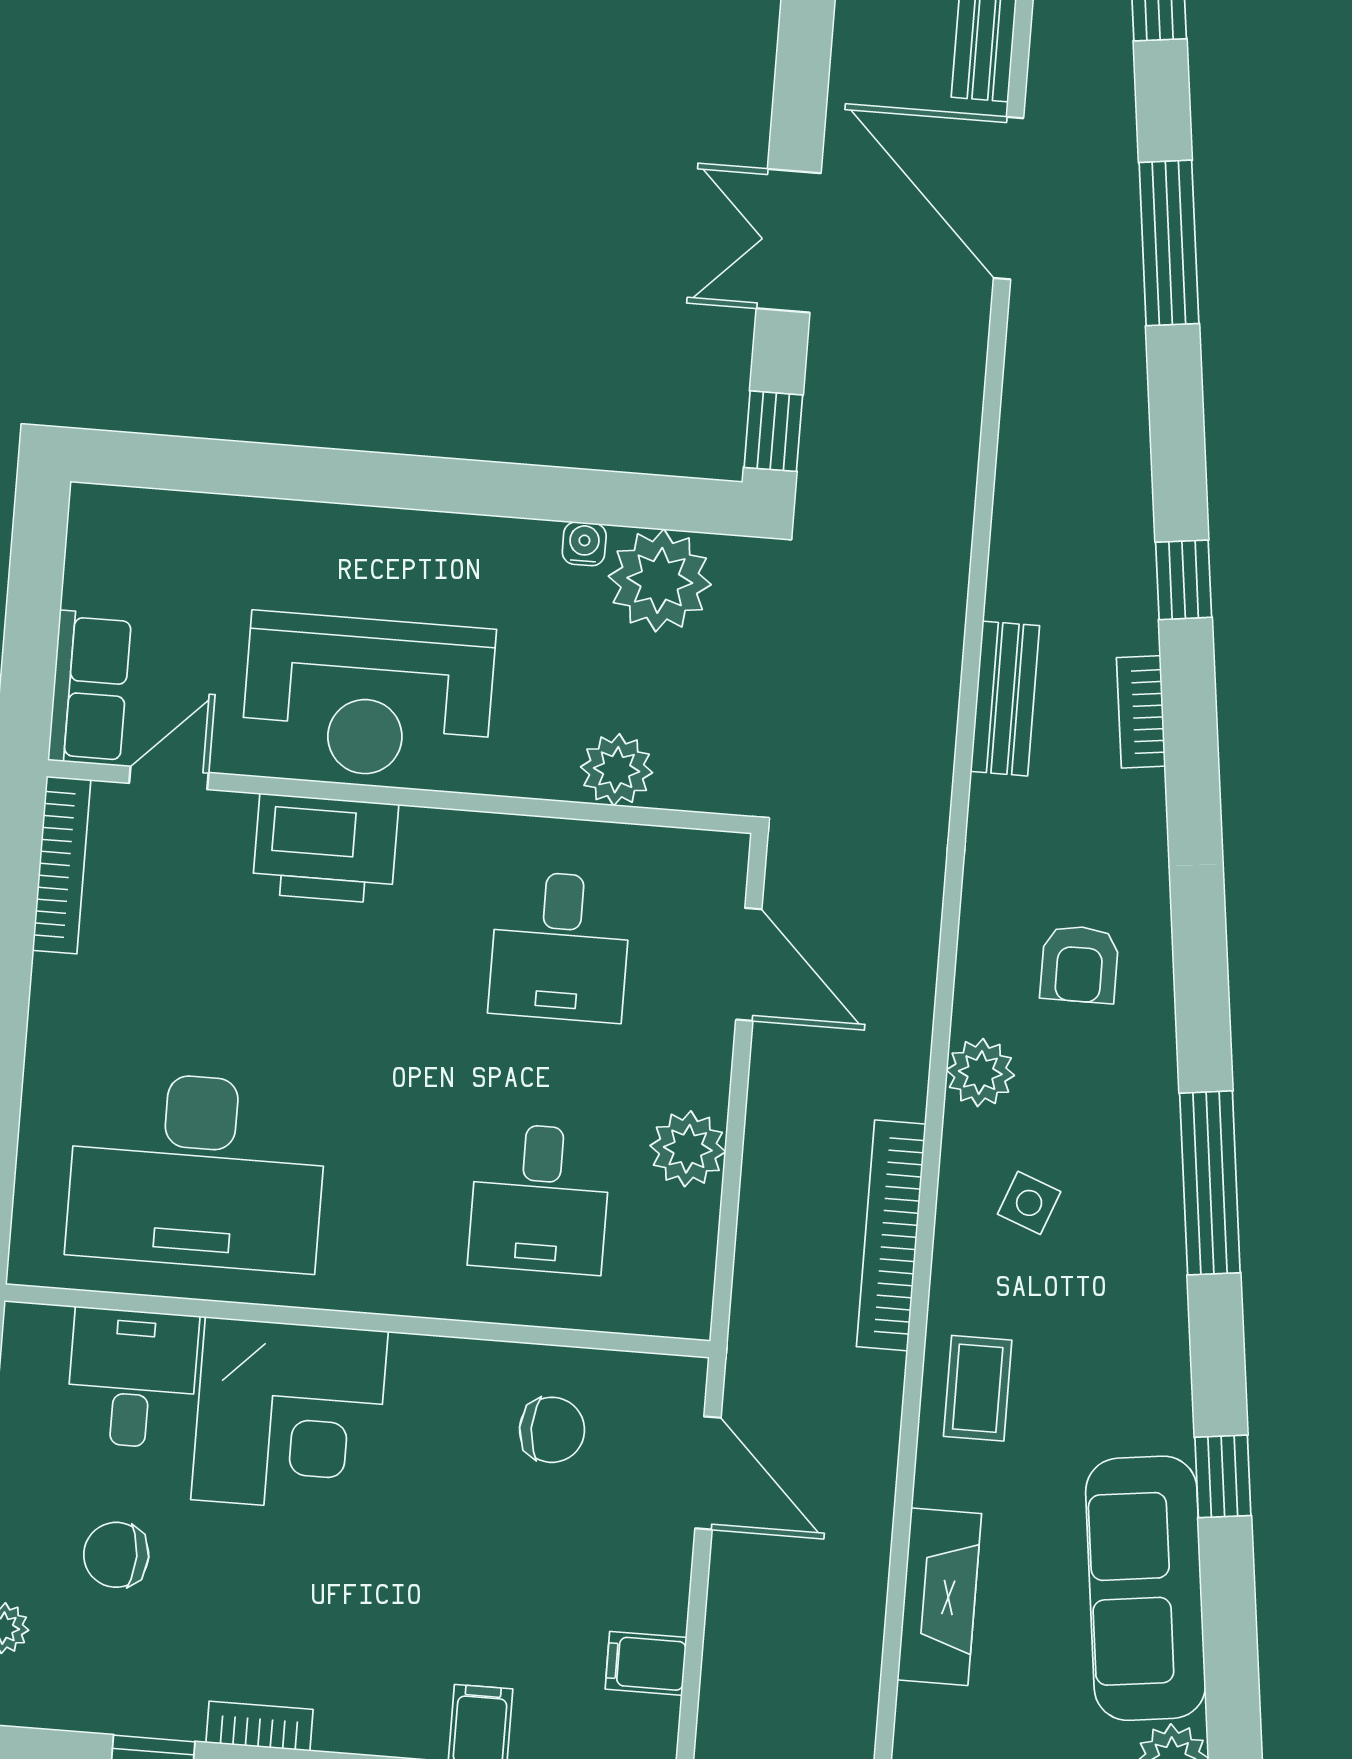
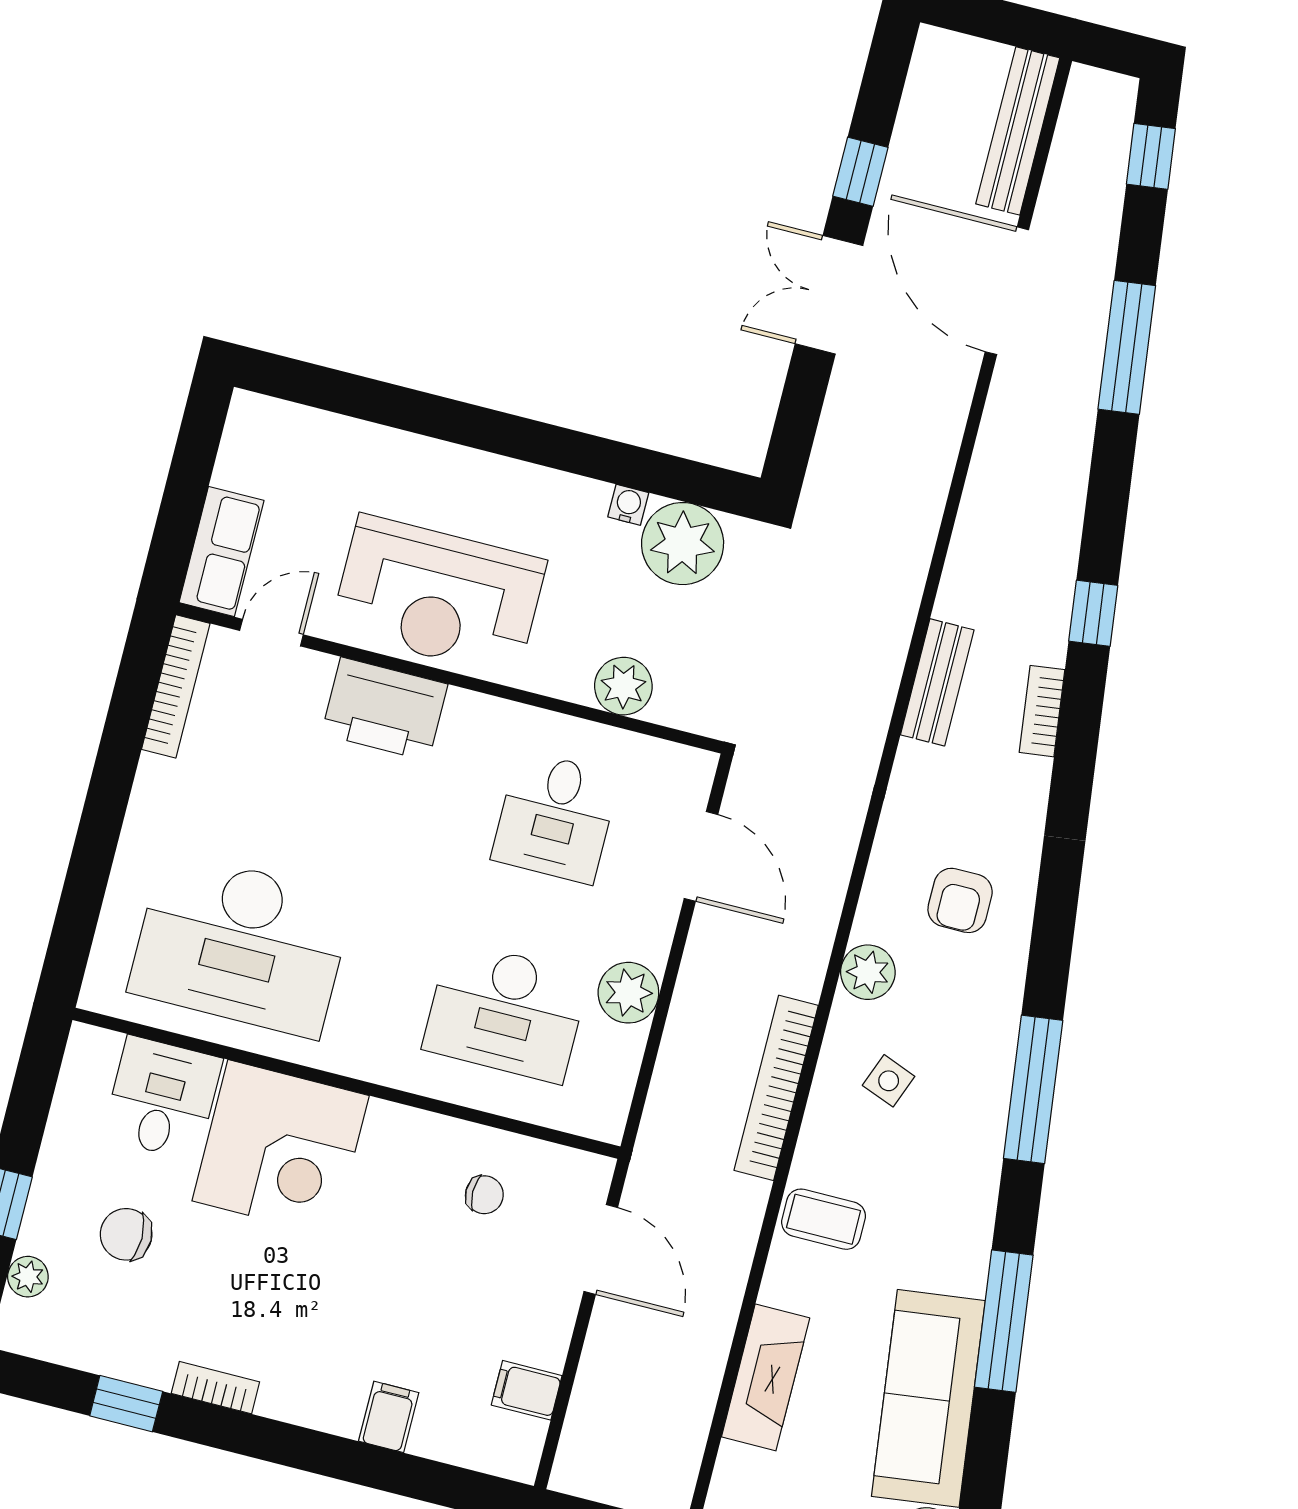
window: (773, 431) -> (860, 172), moved
desk: (540, 1199) -> (506, 1012), width x1.37
coffee table: (978, 1388) -> (824, 1219), turned 90
chair: (552, 1430) -> (484, 1195), width x0.73, depth x0.73
window: (1223, 1476) -> (1004, 1321), width x2.17

